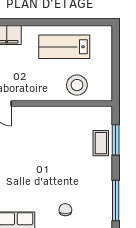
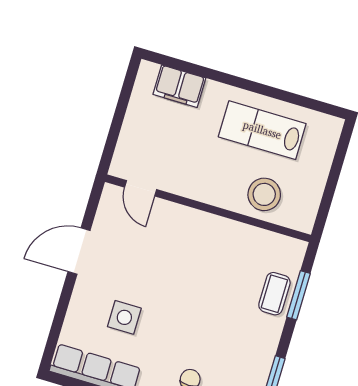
side table: (15, 184) -> (124, 317), added

